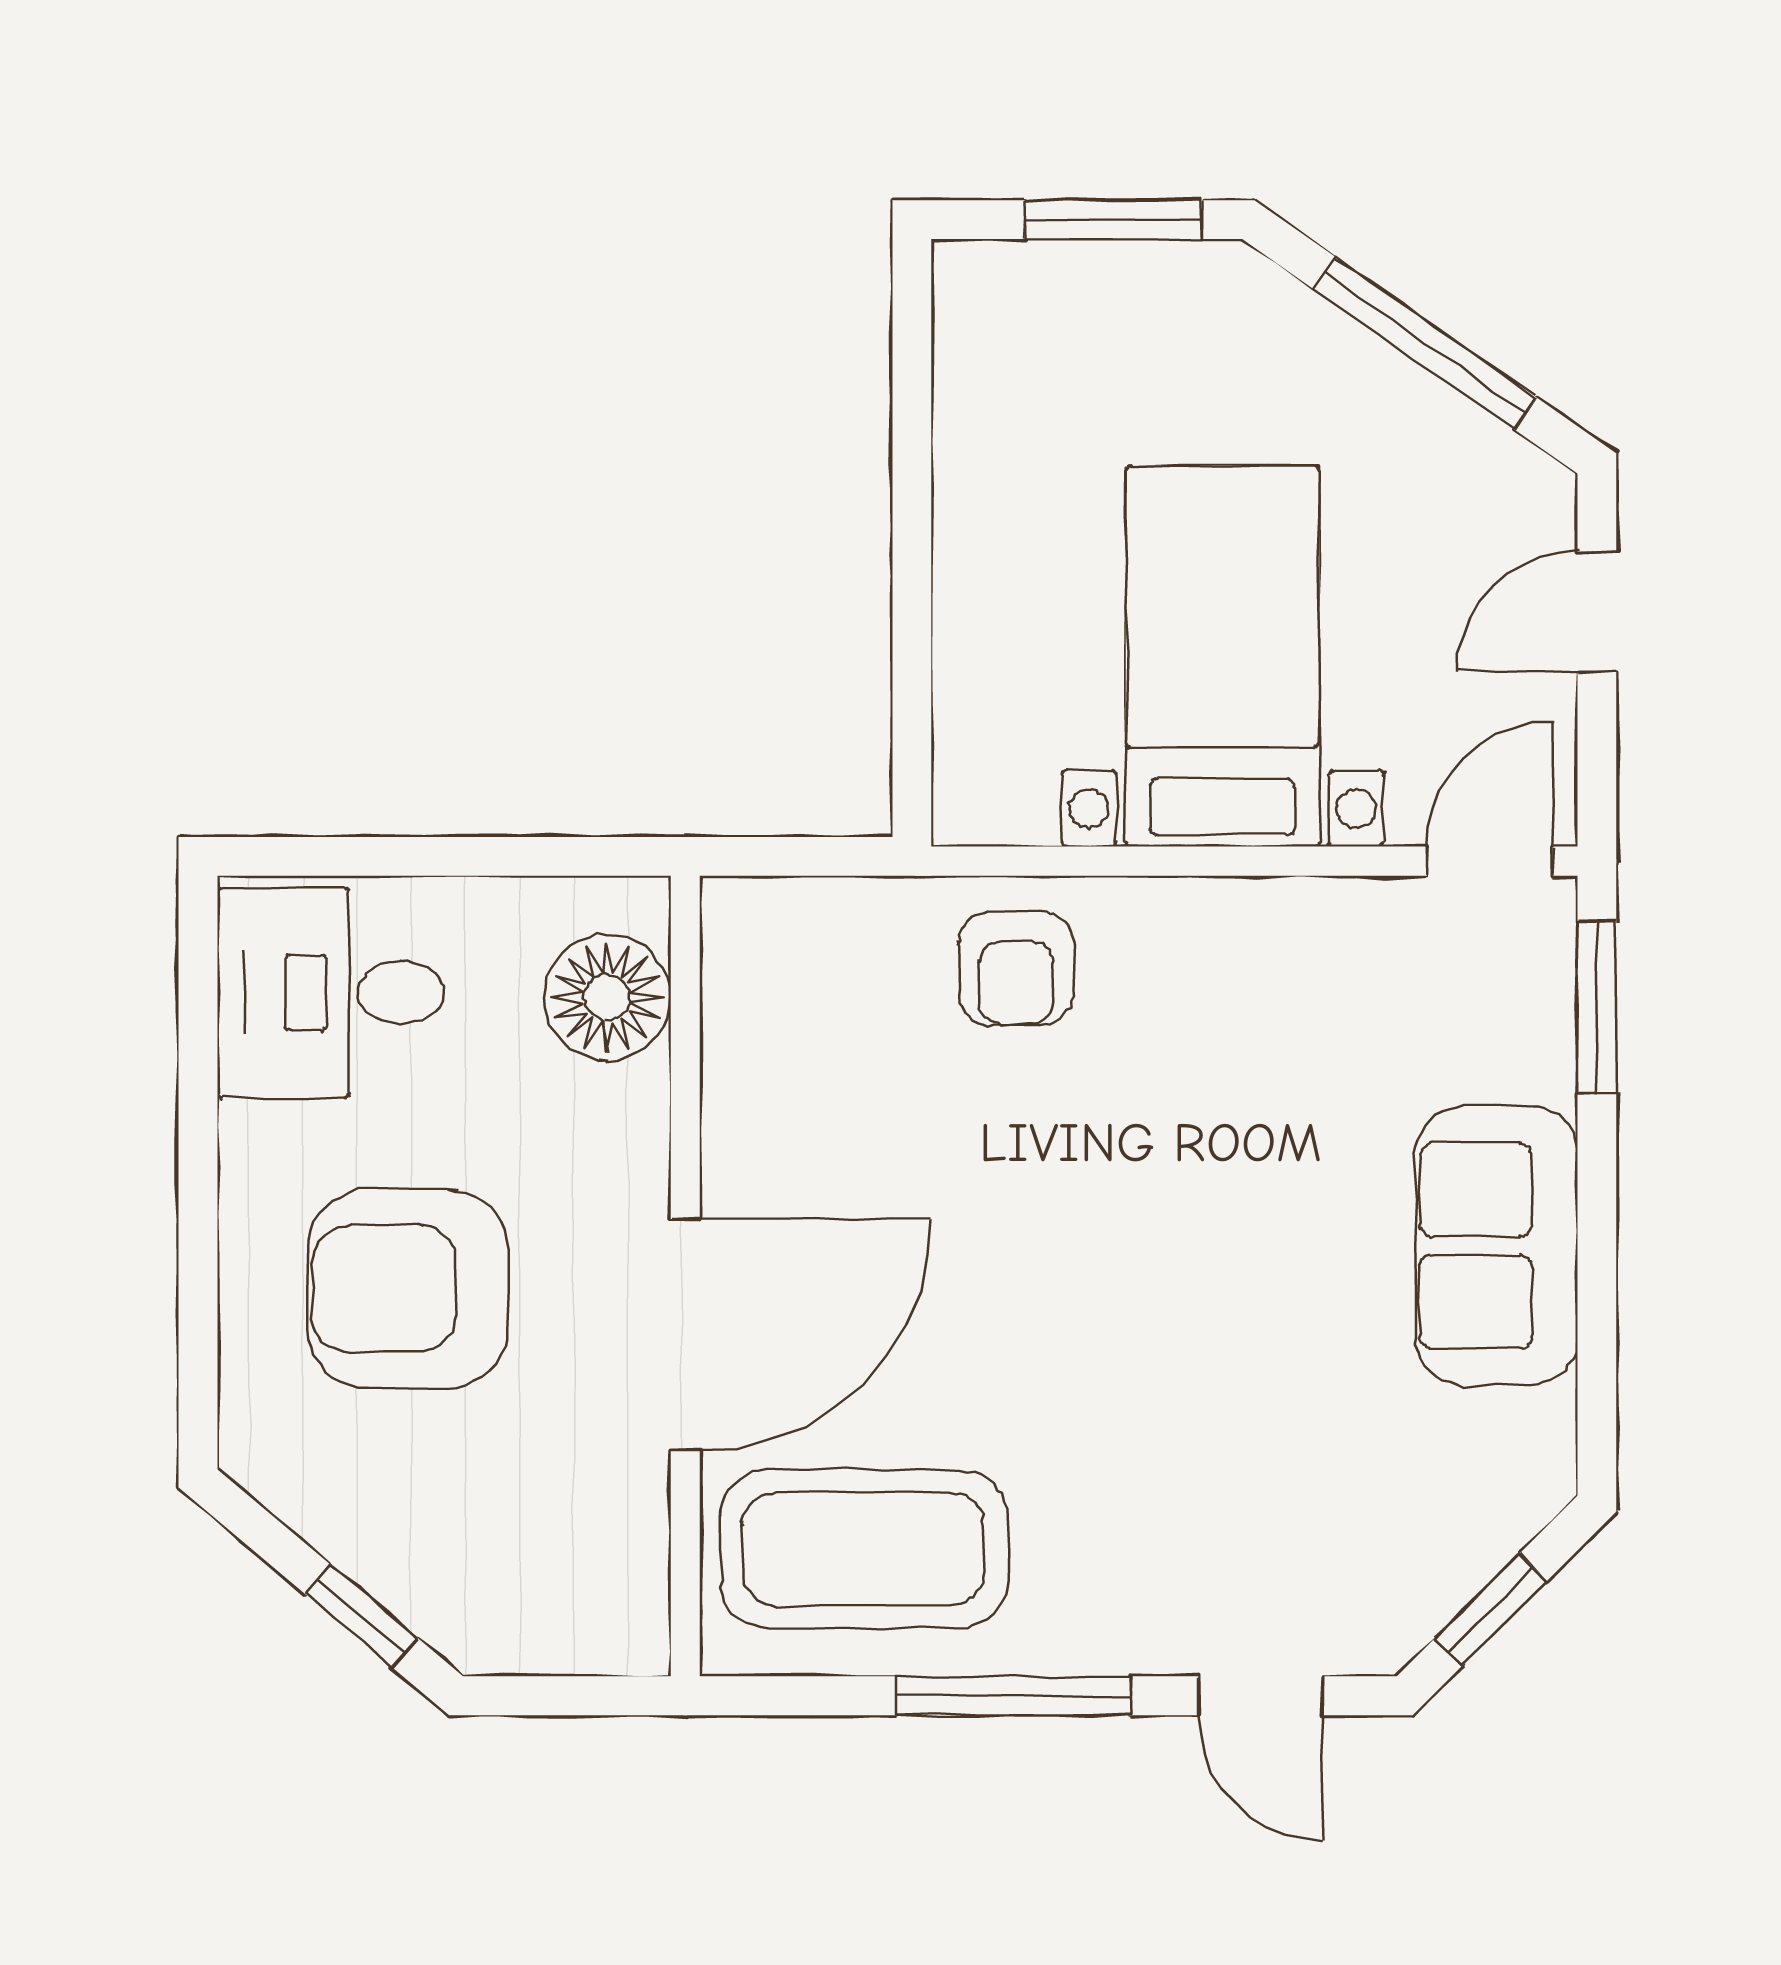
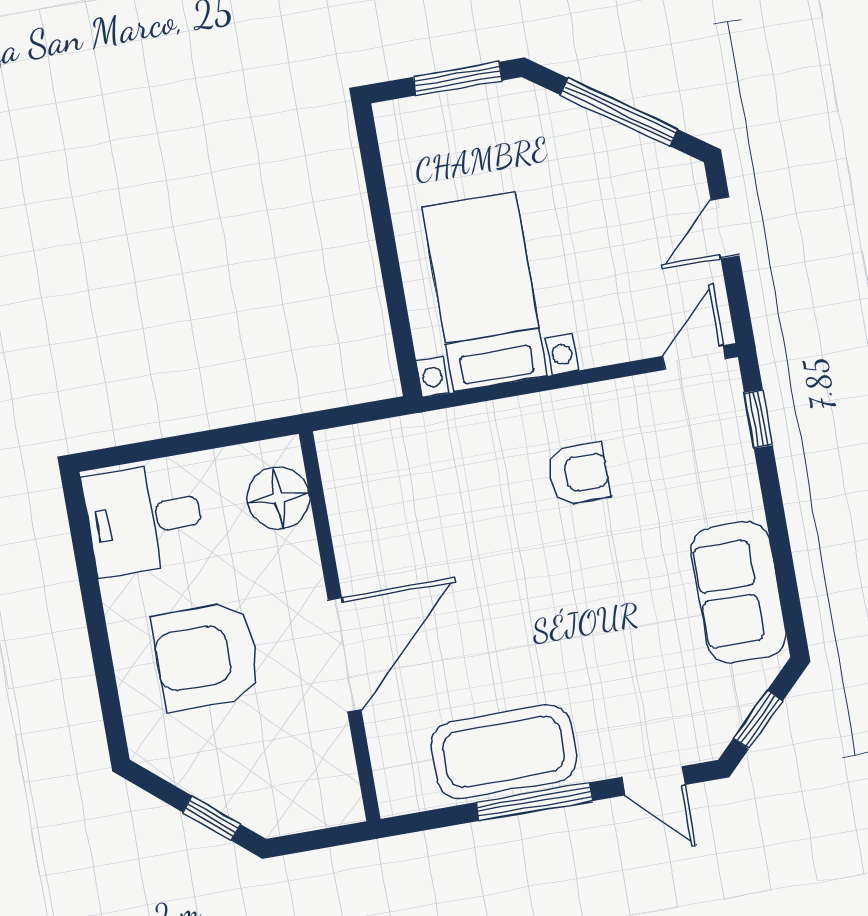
bed with nightstands: (1223, 656) -> (484, 292), moved
armchair: (1016, 969) -> (579, 474), moved, turned -90
window: (1597, 1007) -> (758, 419), width x0.67
sofa: (1497, 1246) -> (739, 592), moved
coffee table: (863, 1549) -> (504, 752), moved

